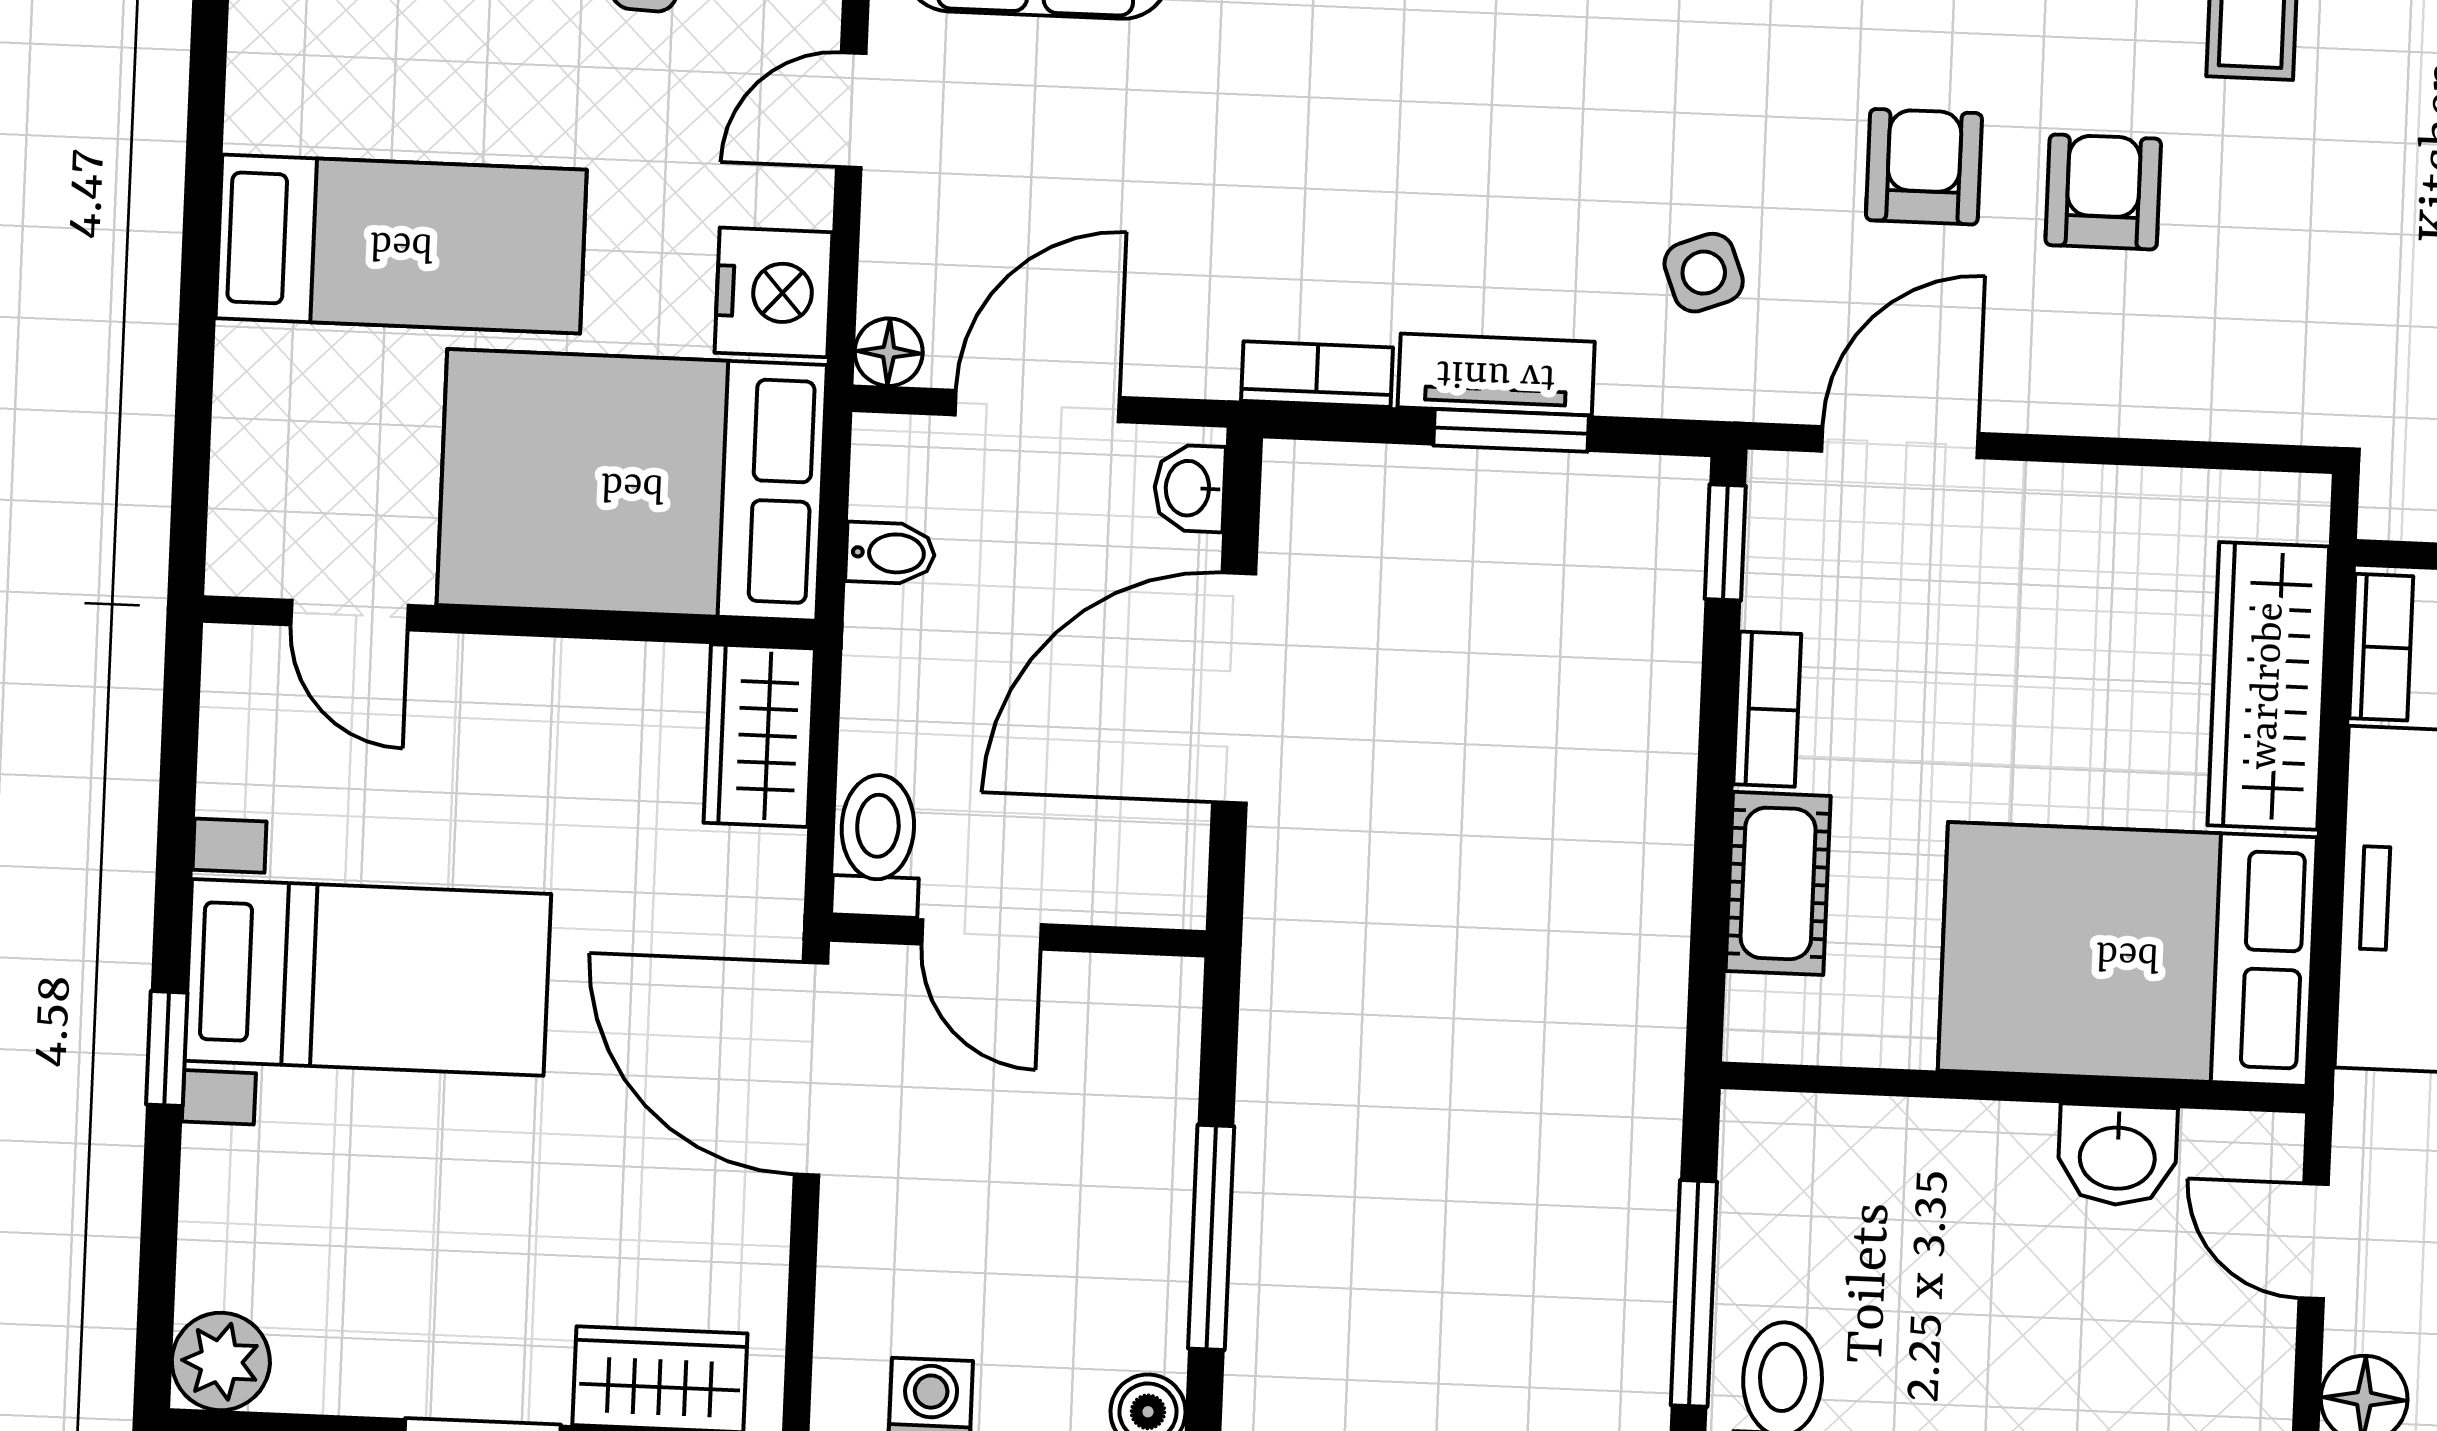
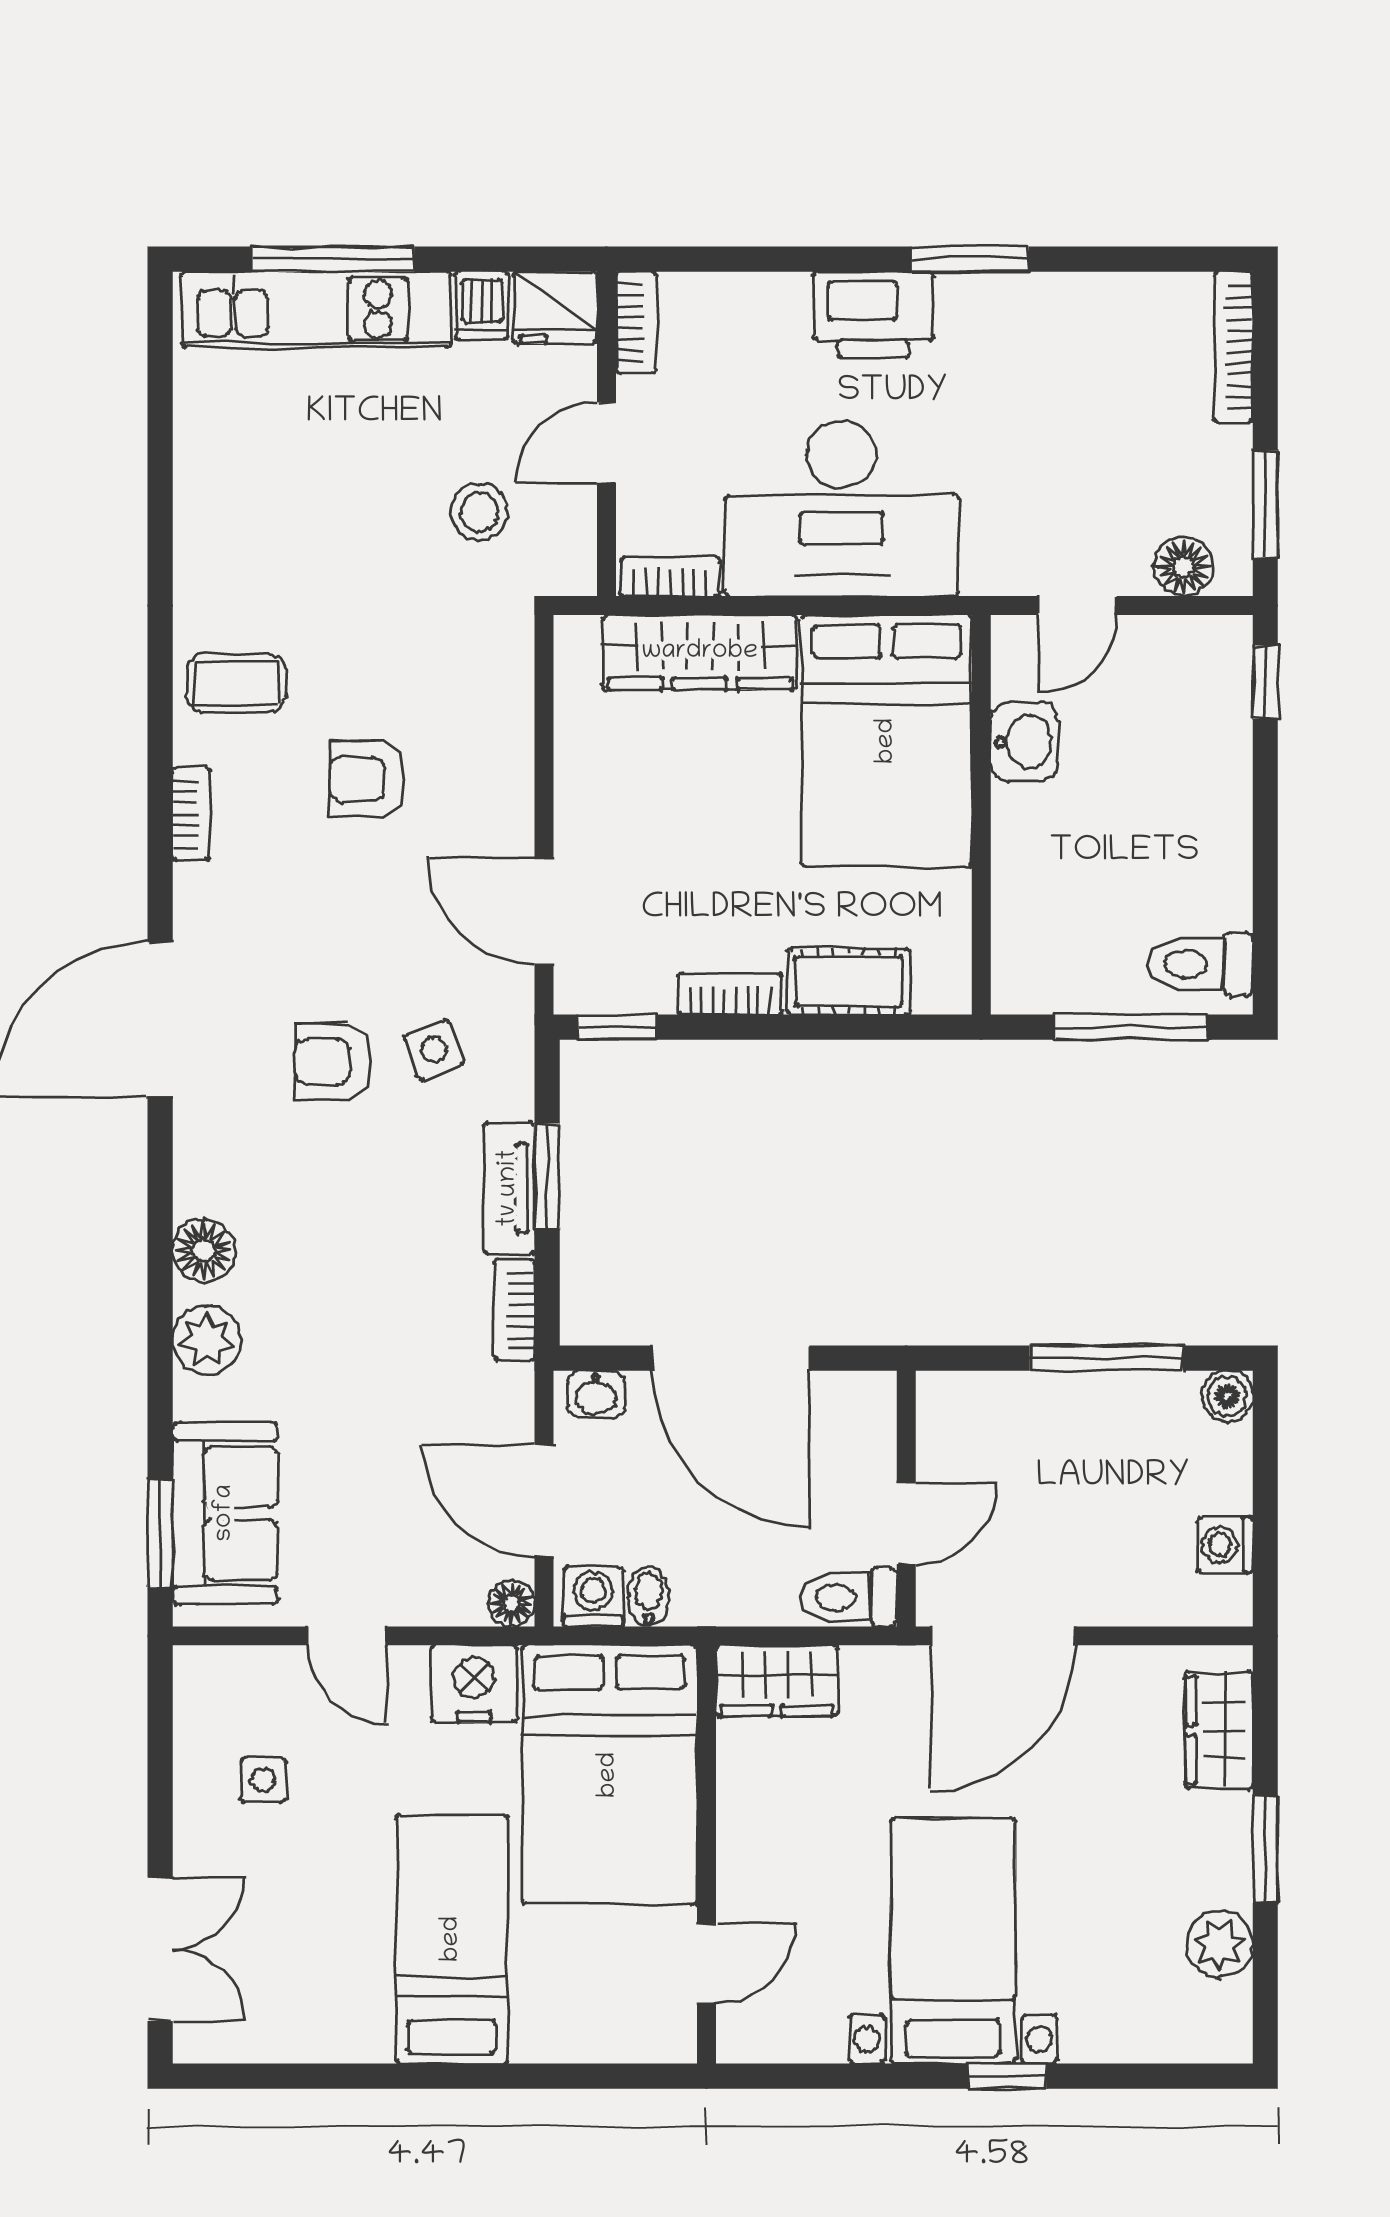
armchair: (1924, 167) -> (333, 1062), moved
washing machine: (893, 472) -> (593, 1597), added
plant: (221, 1361) -> (1219, 1945), moved

